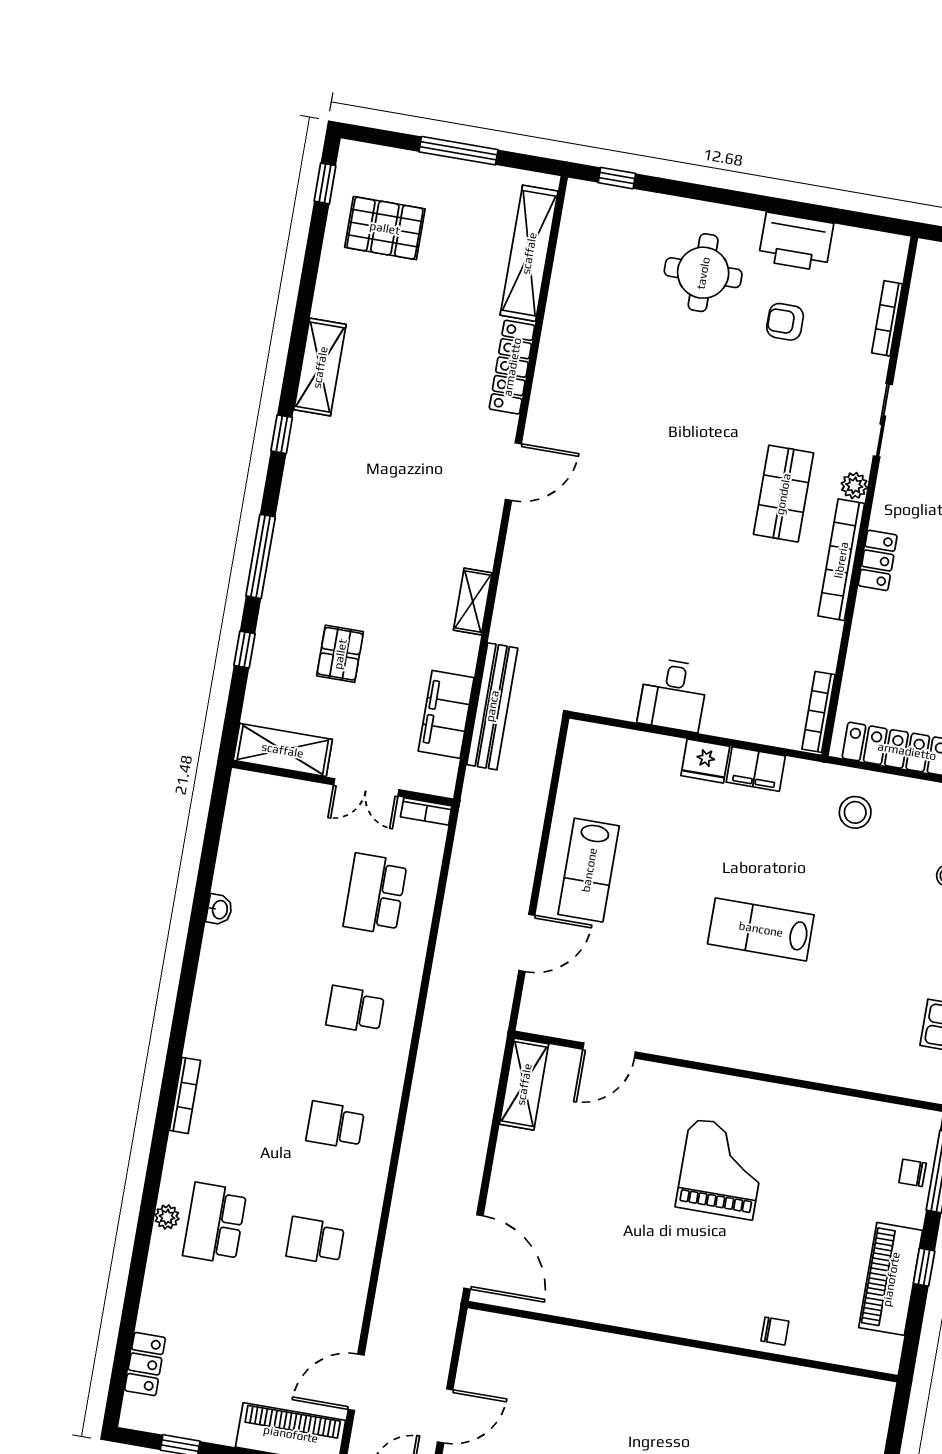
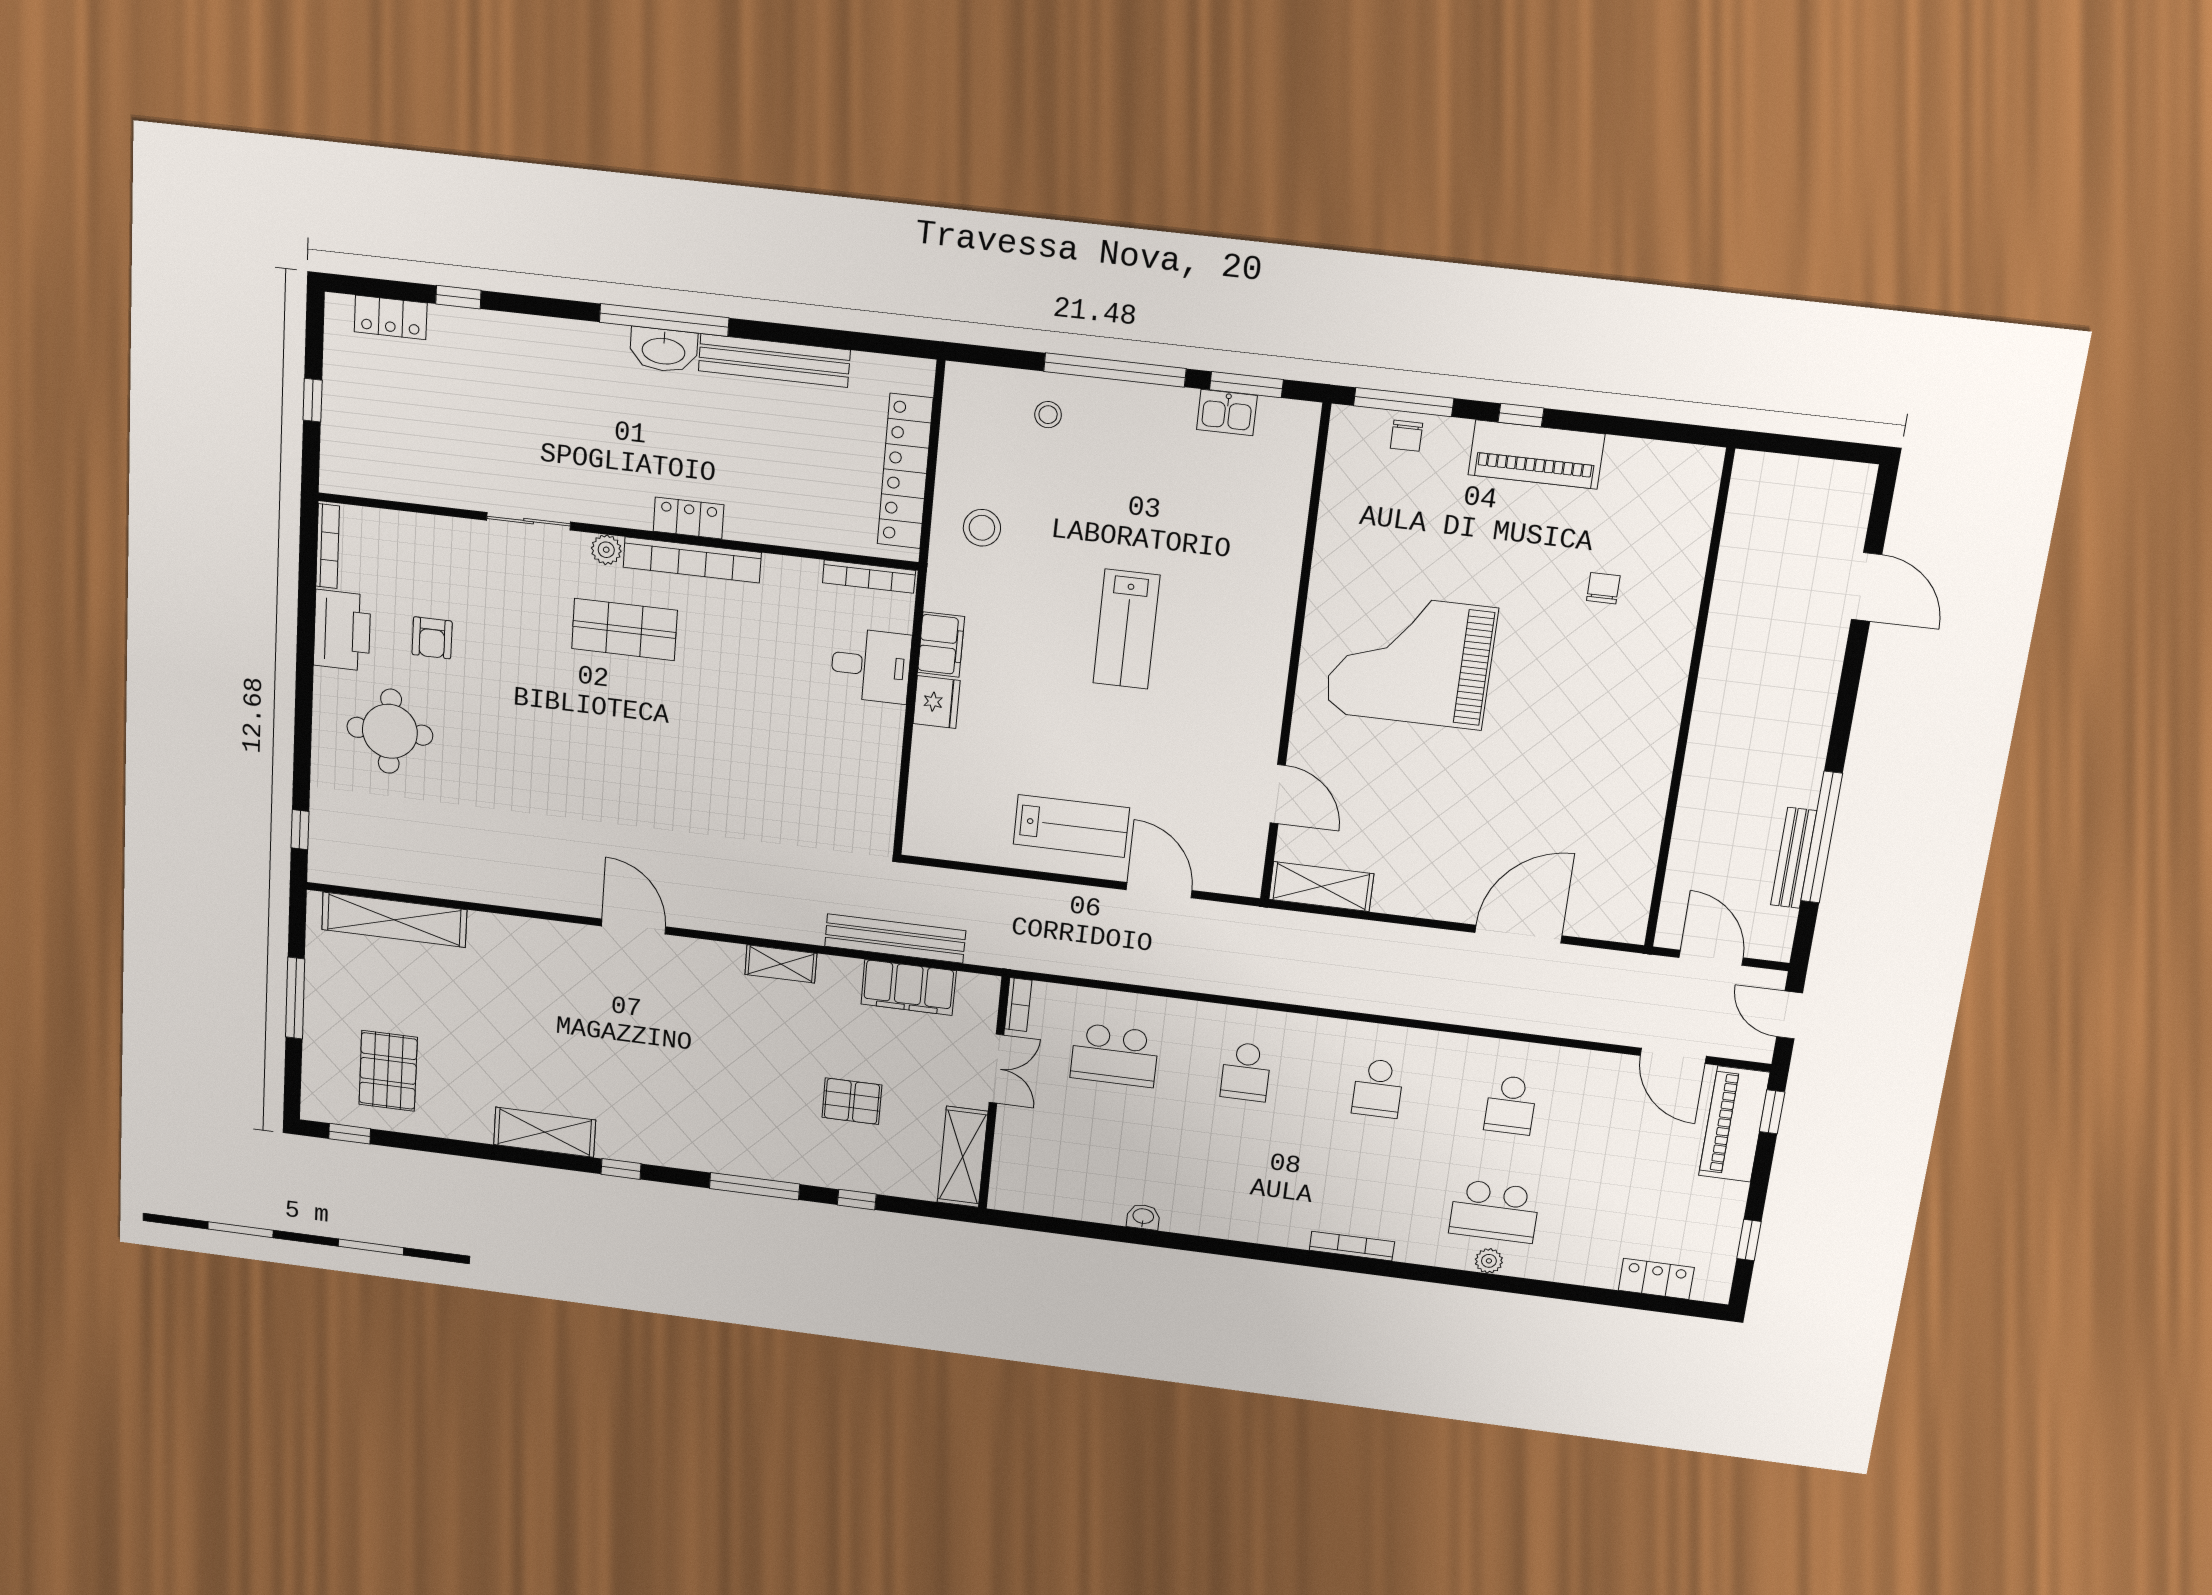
bookcase: (887, 318) -> (328, 546), moved, turned -90
locker: (512, 367) -> (520, 933), removed
desk: (673, 695) -> (871, 666), moved
grand piano: (721, 1169) -> (1411, 660), width x1.37, depth x1.48
wall: (683, 1342) -> (1689, 703), moved

